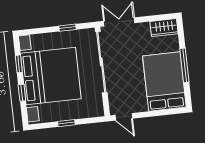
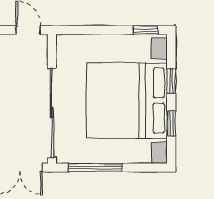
window: (67, 28) -> (95, 168), width x2.17
window: (66, 123) -> (145, 30), moved

